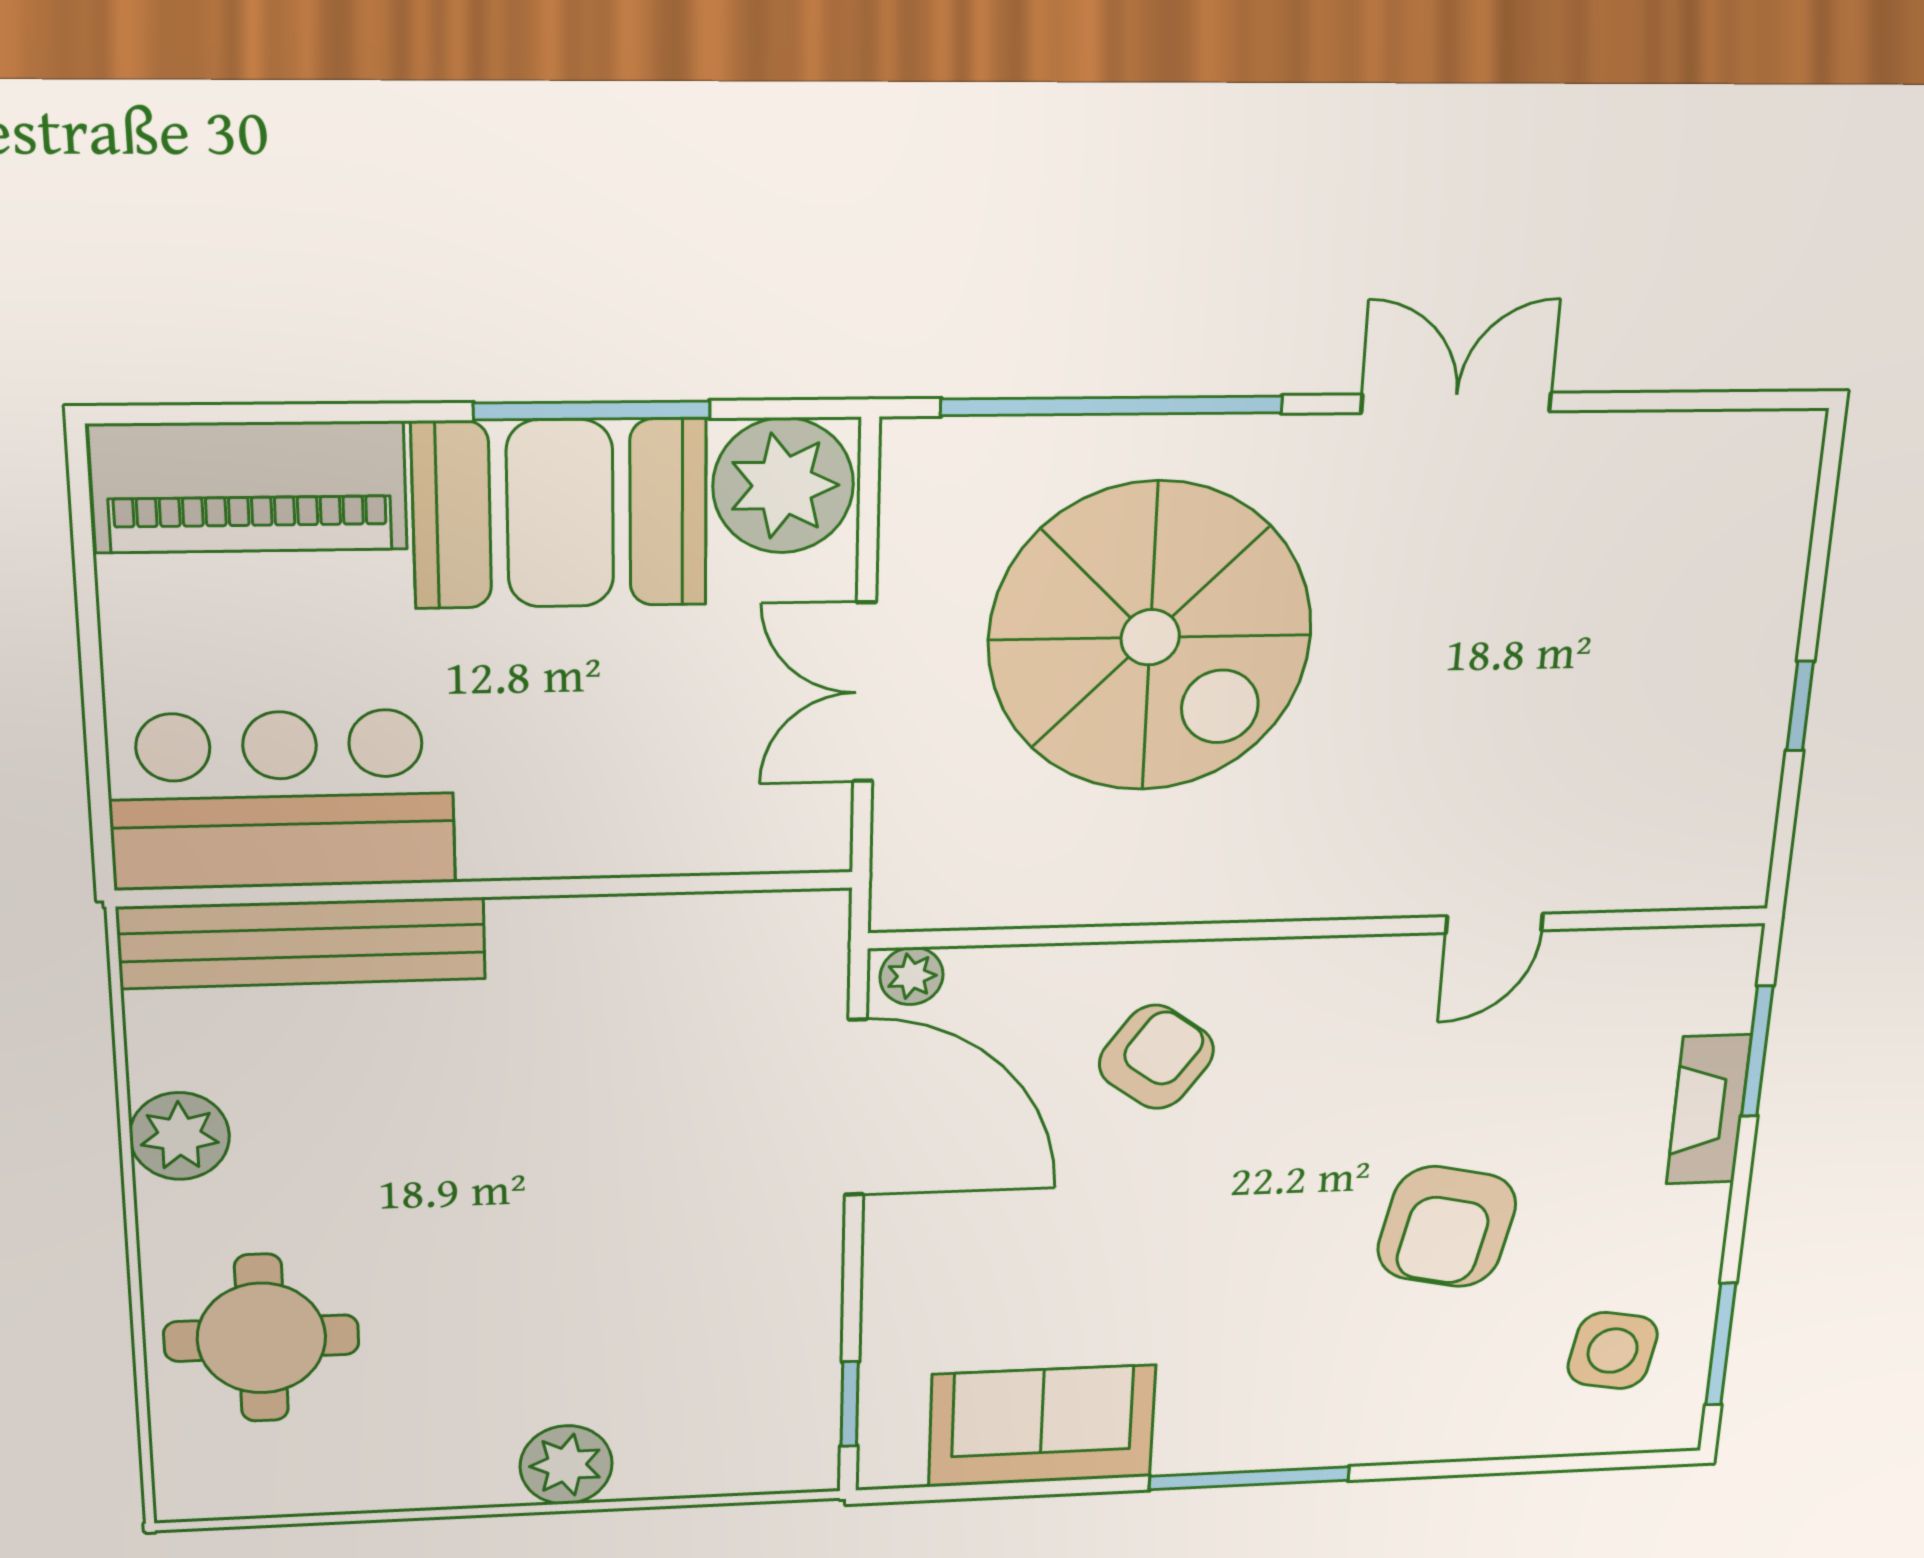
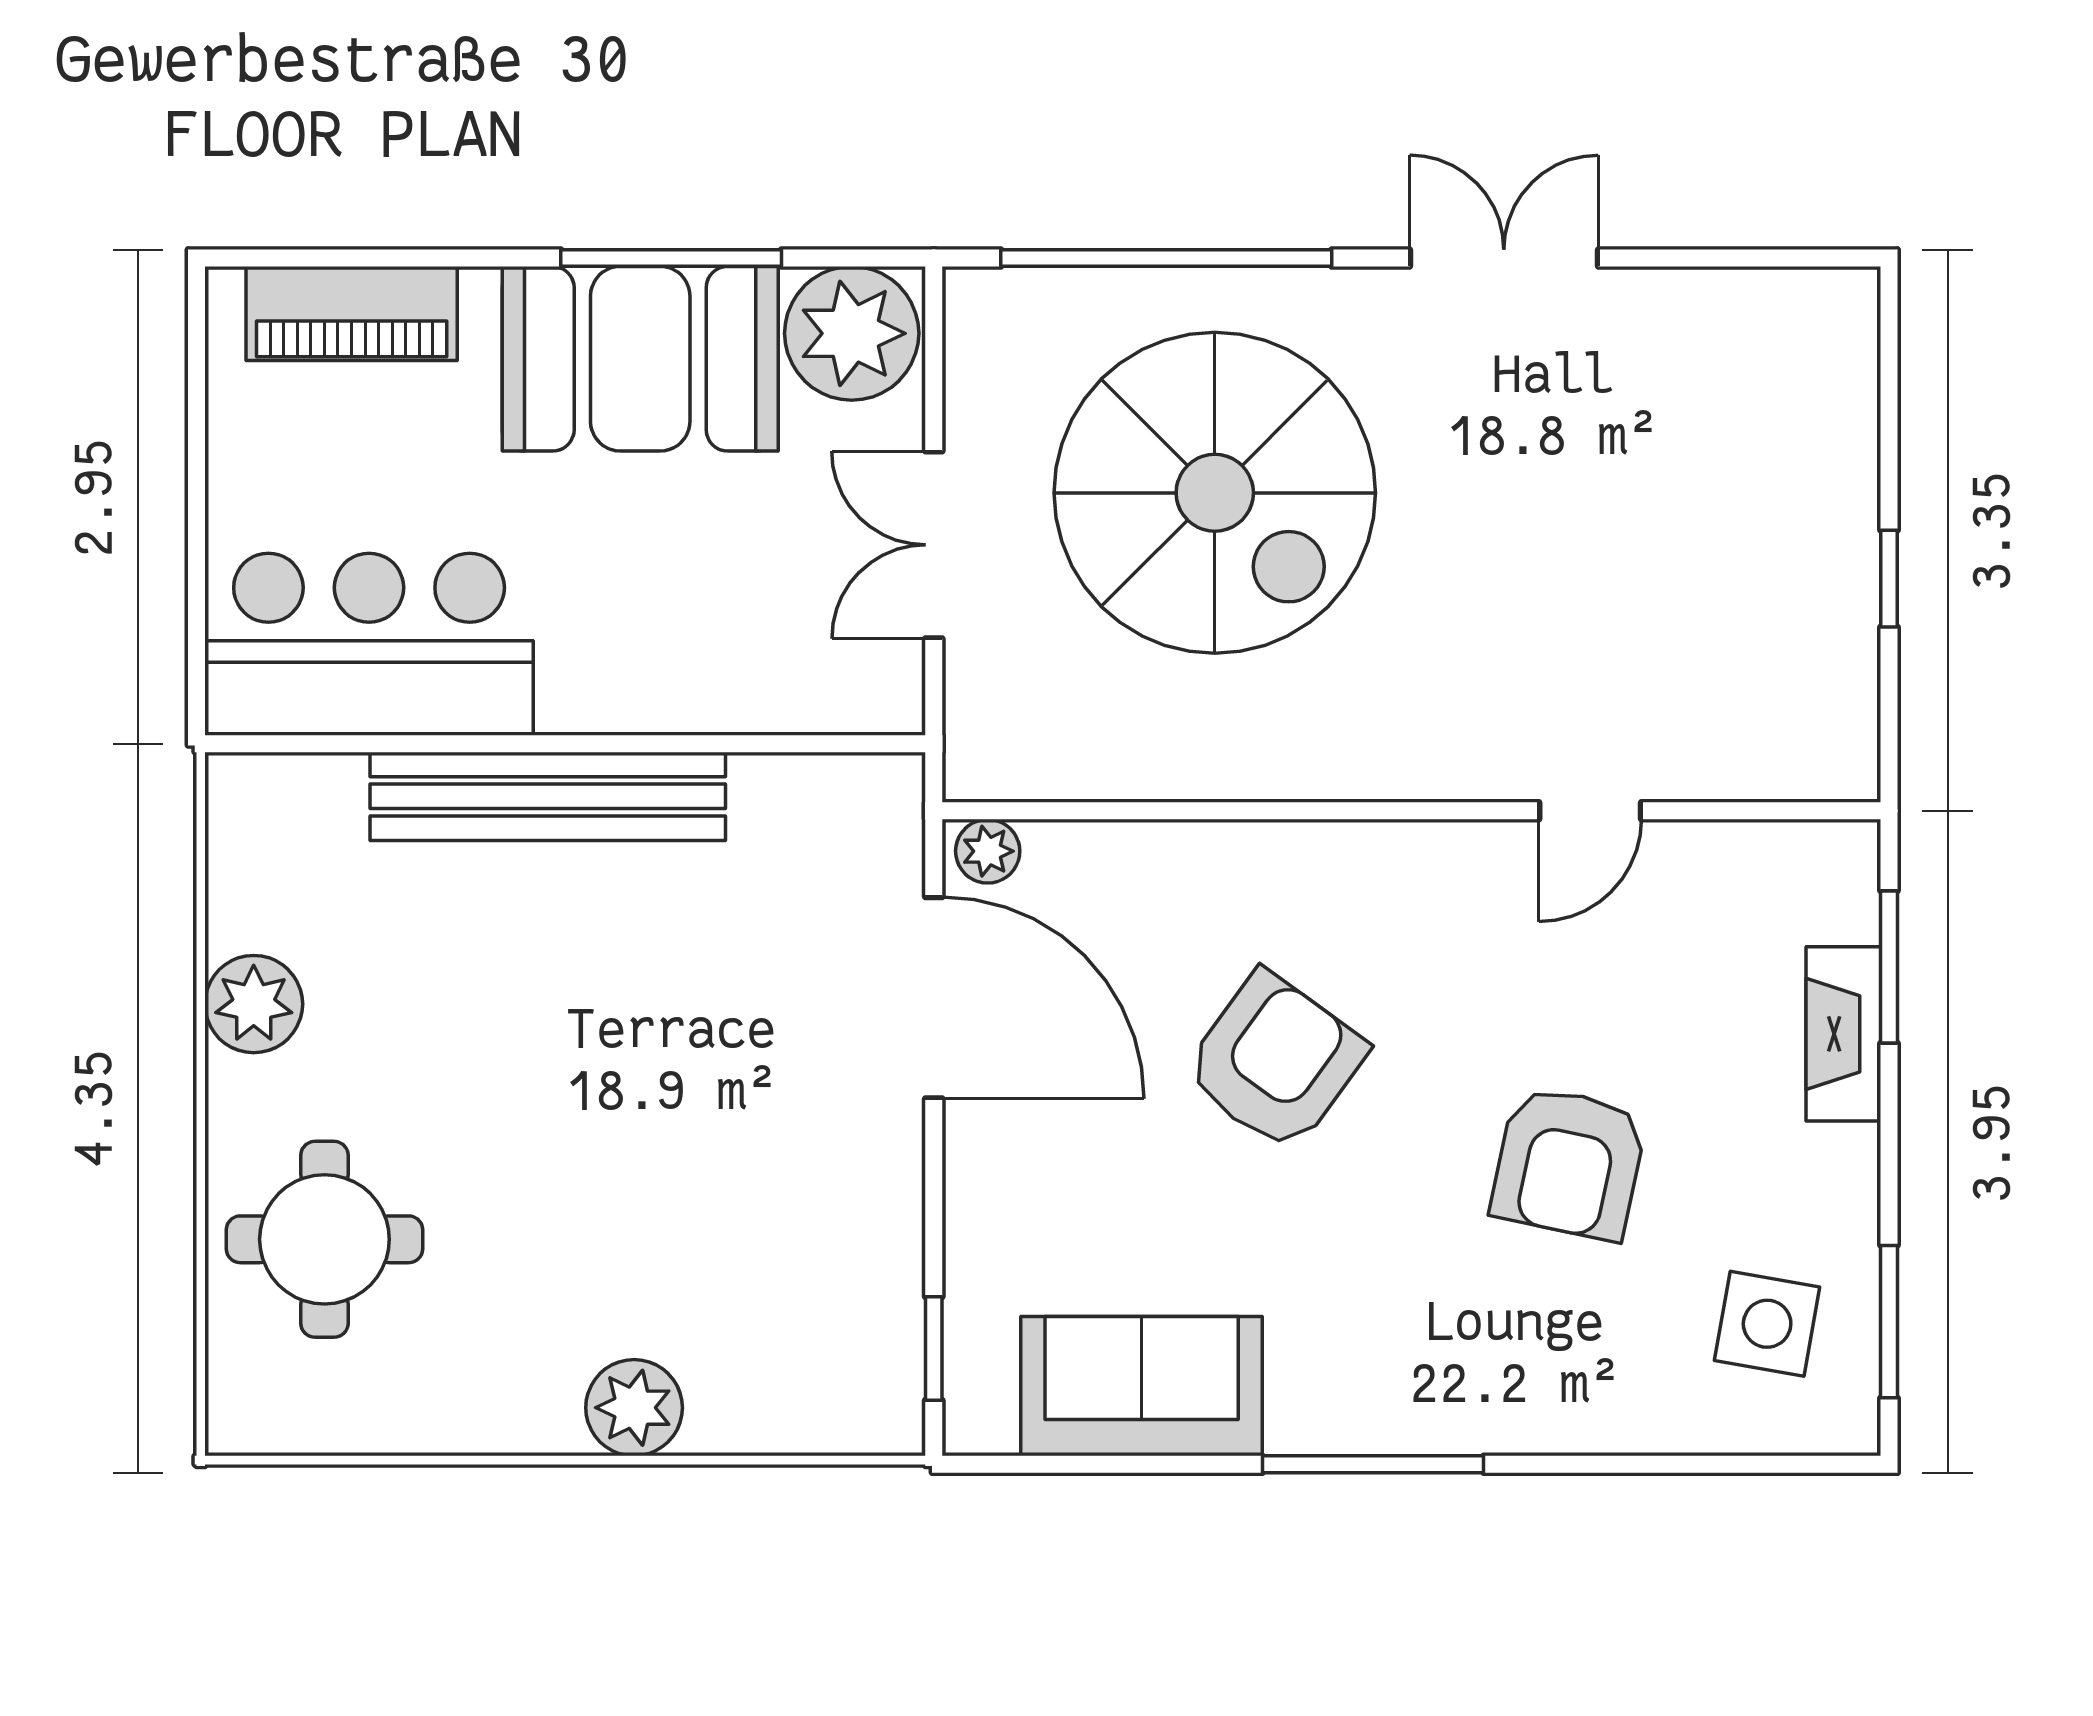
piano: (249, 487) -> (352, 313), width x0.73, depth x0.75
bench: (302, 943) -> (548, 796), moved
armchair: (1156, 1057) -> (1275, 1061), moved, width x1.38, depth x1.38

